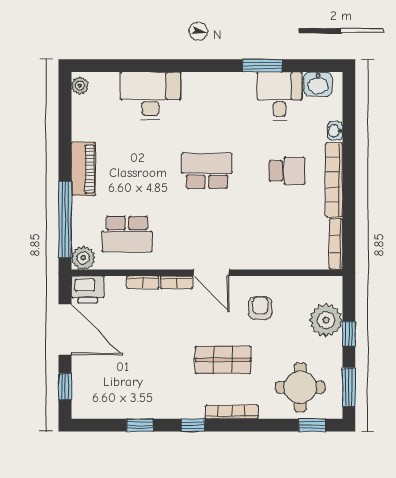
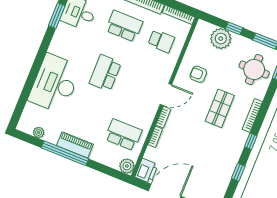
plant: (80, 86) -> (39, 132), moved
desk: (150, 96) -> (55, 84), width x1.36, depth x1.30
school desk: (287, 171) -> (124, 26), width x1.85
window: (65, 220) -> (65, 153), moved
school desk: (127, 234) -> (123, 135), turned -90
school desk: (287, 234) -> (161, 41), added

